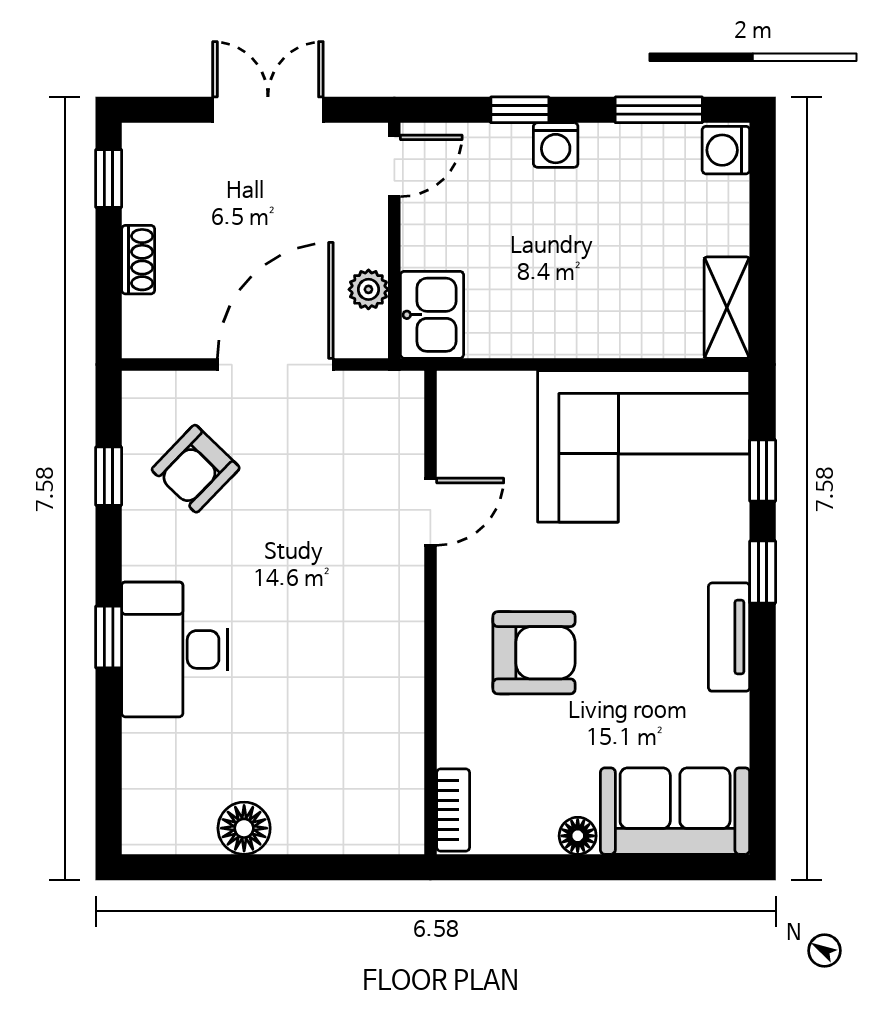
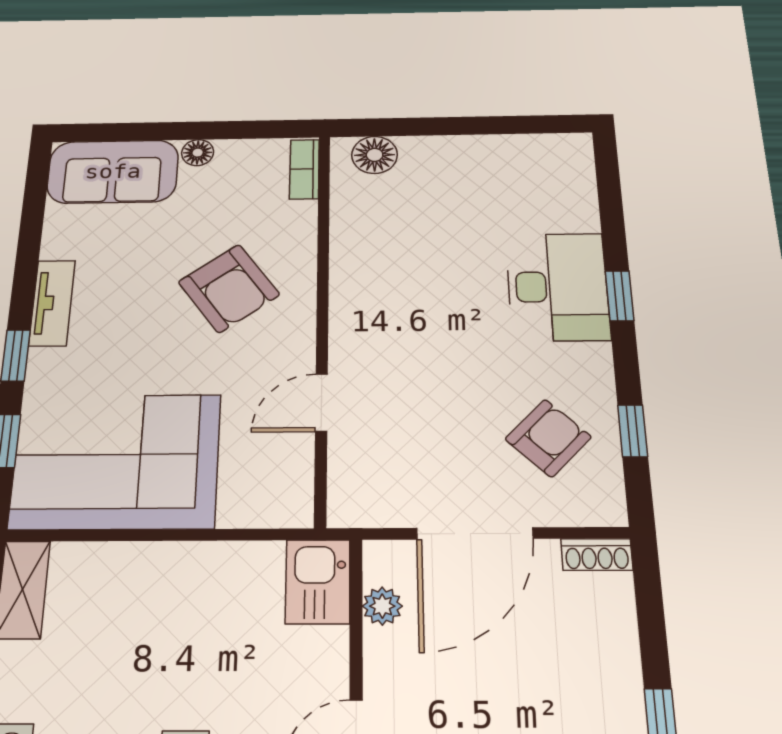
shoe rack: (138, 260) -> (597, 554), moved, turned -90
armchair: (534, 653) -> (229, 288), turned -126
floor lamp: (244, 828) -> (375, 155), moved

